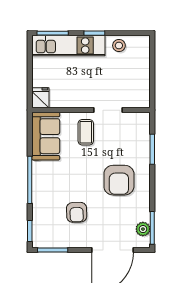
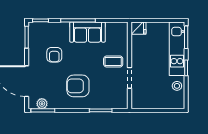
sofa: (46, 136) -> (88, 32), moved
armchair: (77, 212) -> (54, 55), turned -88

